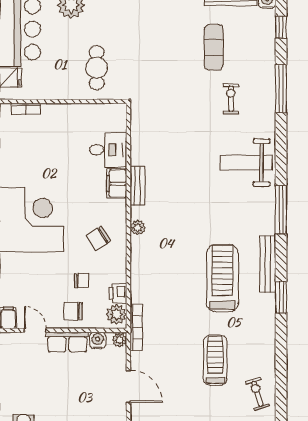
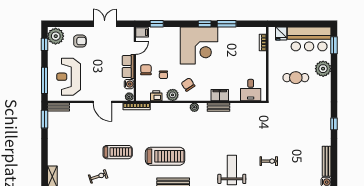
exercise mat: (214, 47) -> (299, 151), removed
cafe table: (97, 68) -> (296, 78), moved
desk: (108, 150) -> (251, 90), moved
plant: (116, 314) -> (173, 95), moved
door: (128, 387) -> (102, 102), hinge flipped

